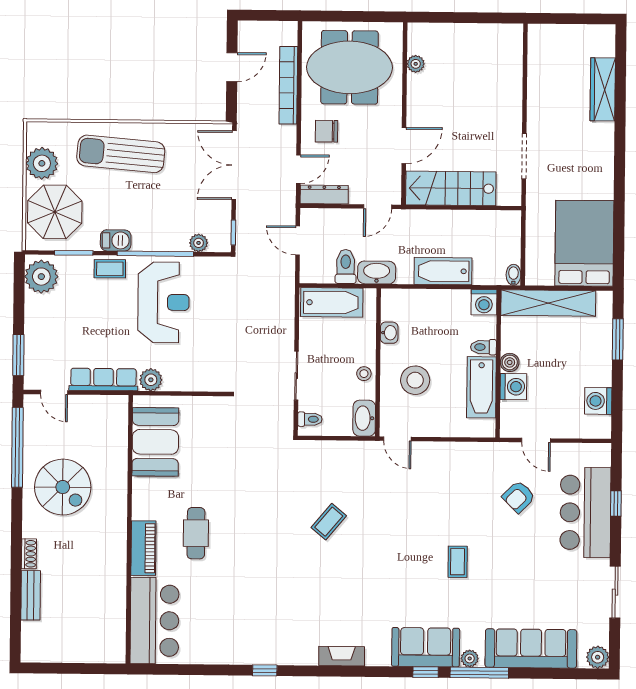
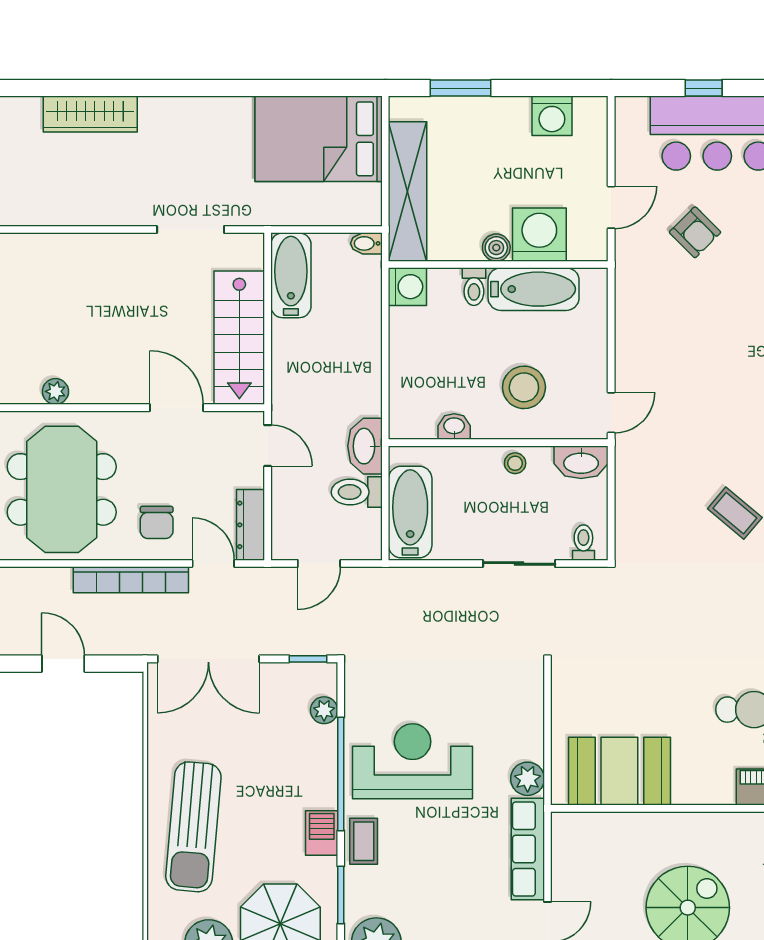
bookcase: (288, 85) -> (131, 580), moved
bathtub: (443, 271) -> (291, 275), moved, turned 180
washing machine: (513, 387) -> (539, 235), width x1.37, depth x1.37

